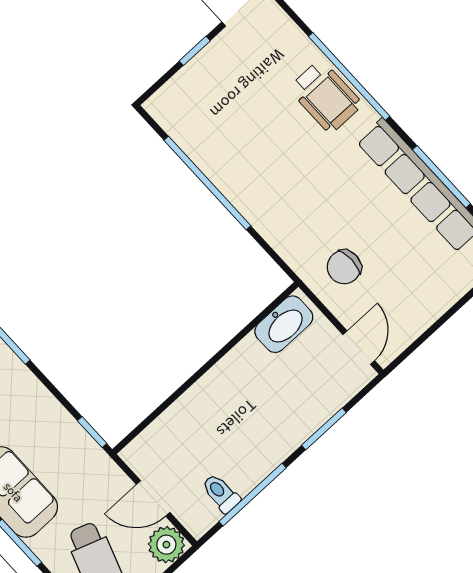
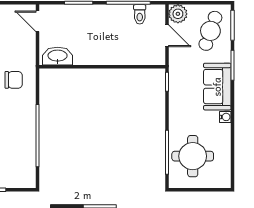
chair: (344, 267) -> (14, 80), moved
door: (359, 348) -> (37, 21), hinge flipped

